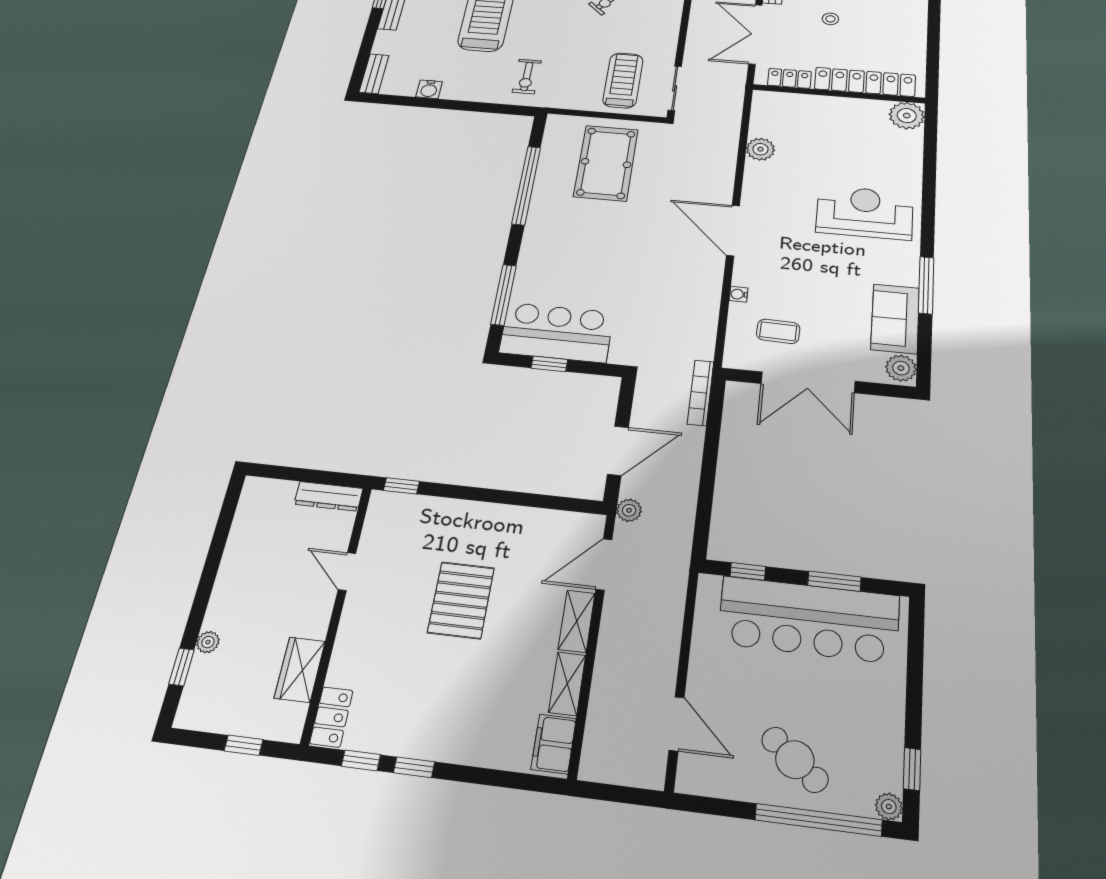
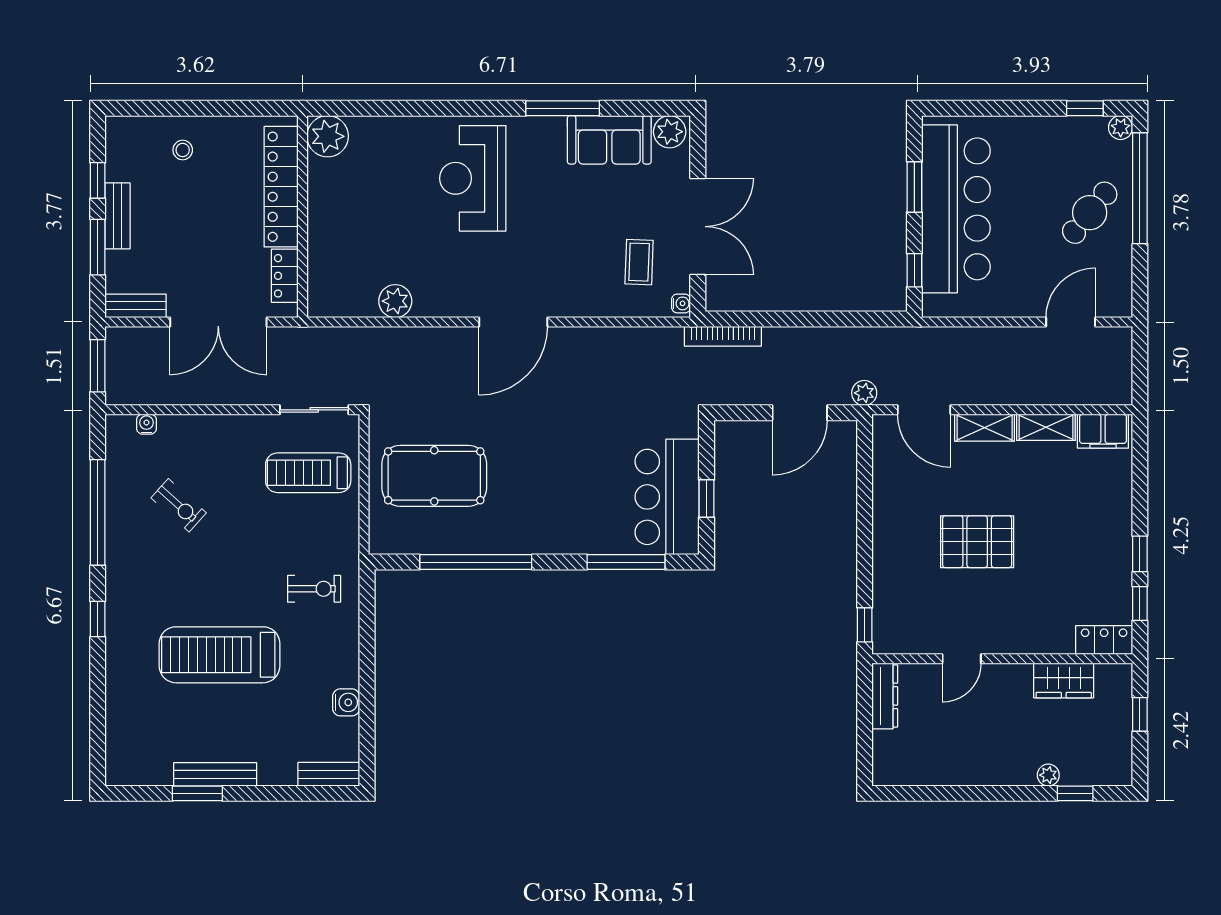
stool: (830, 19) -> (183, 150), moved
water cooler: (739, 294) -> (681, 303), moved, turned -90
door: (618, 451) -> (800, 413), swing flipped

